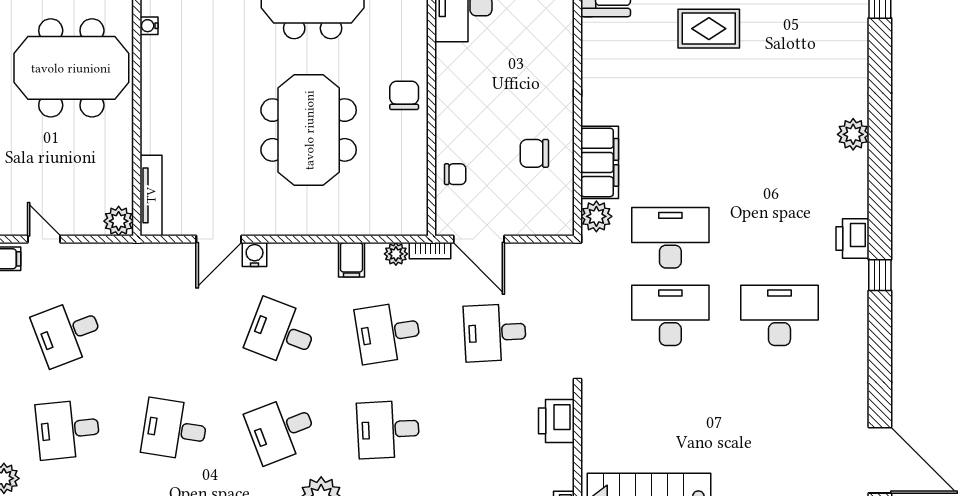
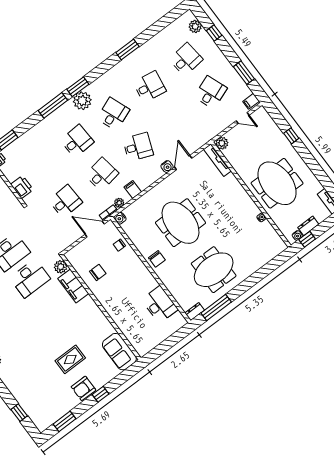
meeting table: (71, 68) -> (277, 183), turned 90
water cooler: (416, 224) -> (120, 218), added

